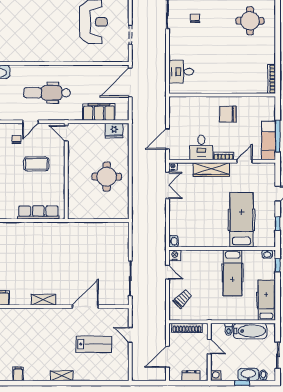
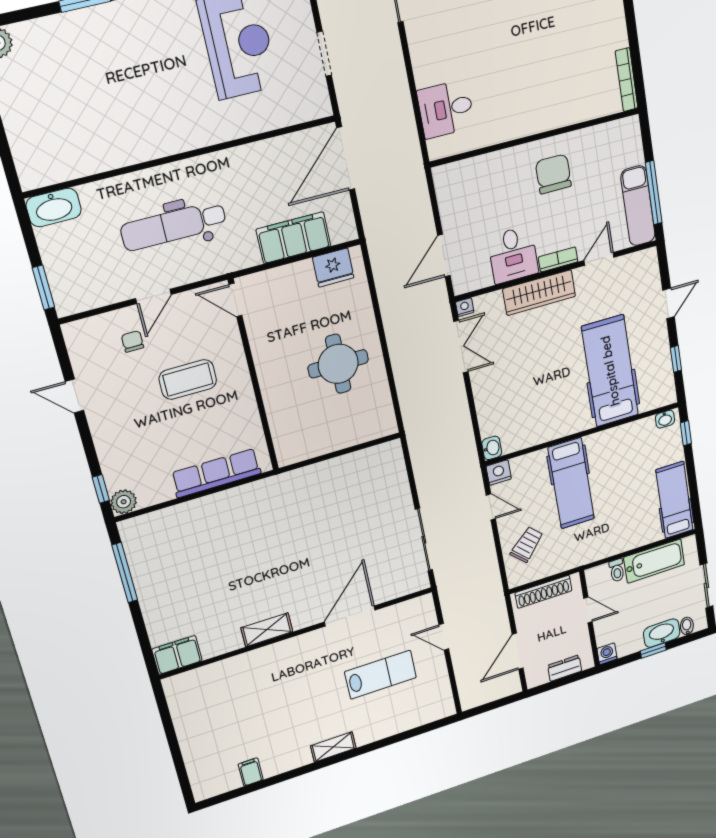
chair: (228, 114) -> (553, 174), turned 90
hospital bed: (233, 273) -> (571, 483), moved

